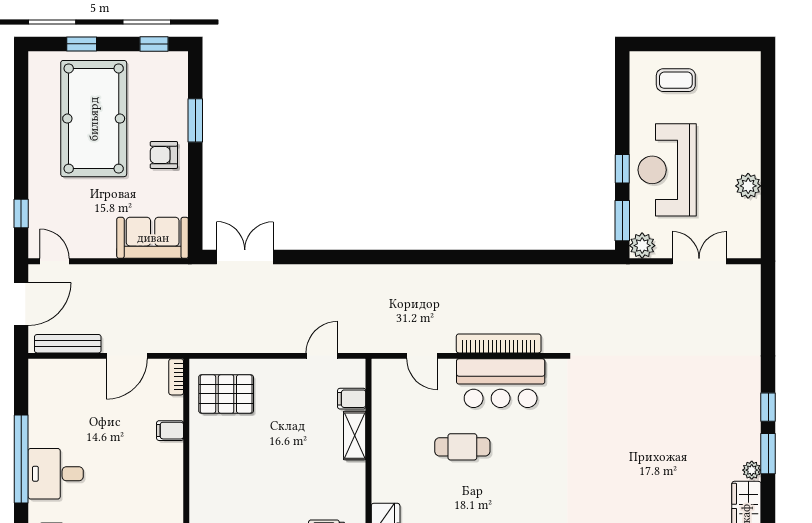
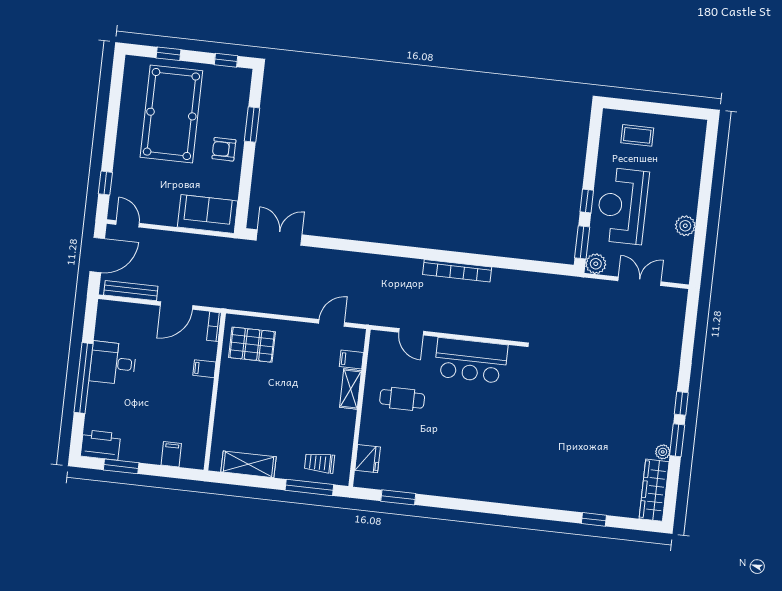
bookcase: (499, 343) -> (457, 271), moved, turned 180
cafe table: (462, 447) -> (402, 399), moved
desk: (56, 474) -> (113, 363), moved

